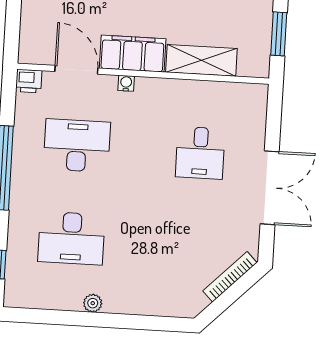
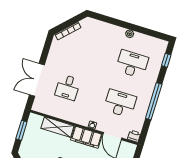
desk: (77, 146) -> (120, 103), turned 180
desk: (200, 153) -> (68, 87), turned 180
double door: (270, 188) -> (37, 80), moved

